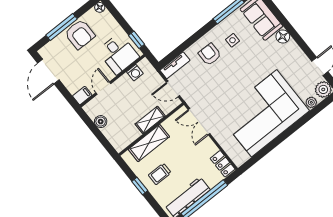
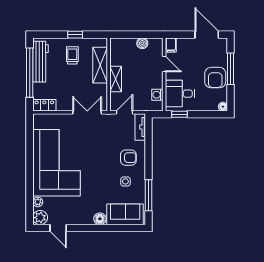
armchair: (80, 34) -> (215, 78), turned -90

